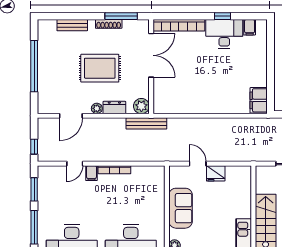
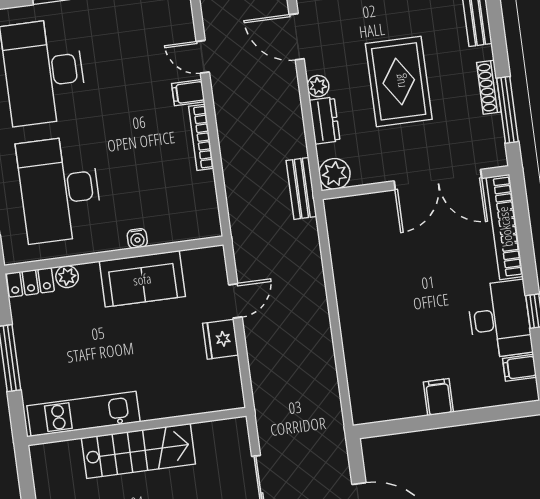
filing cabinet: (259, 100) -> (438, 397), moved, width x0.50
bench: (146, 123) -> (301, 188), width x0.73
water cooler: (160, 208) -> (137, 238), added

